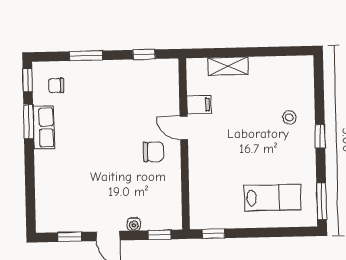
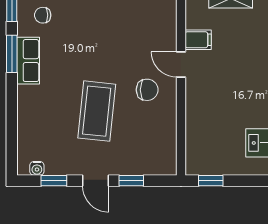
coffee table: (108, 172) -> (97, 111), added
water cooler: (134, 224) -> (37, 168), moved
window: (160, 235) -> (131, 181), moved

